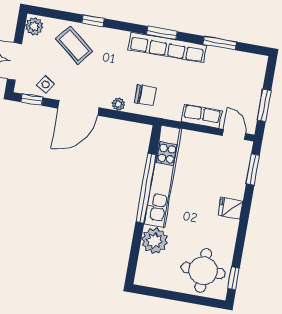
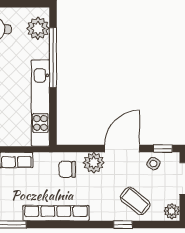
window: (162, 33) -> (63, 225), removed
plant: (118, 104) -> (94, 163), width x1.88, depth x1.88
window: (146, 188) -> (53, 58), moved
plant: (154, 241) -> (38, 28), moved

